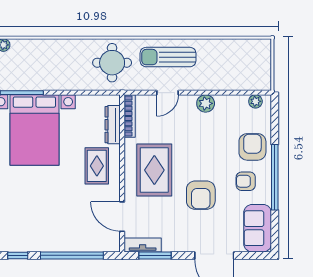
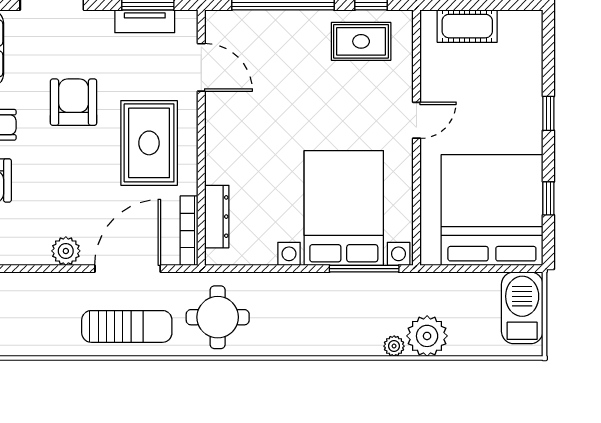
door: (168, 93) -> (128, 269), width x1.88
rug: (97, 166) -> (361, 41), moved, turned 90
tv unit: (143, 245) -> (145, 21), moved

